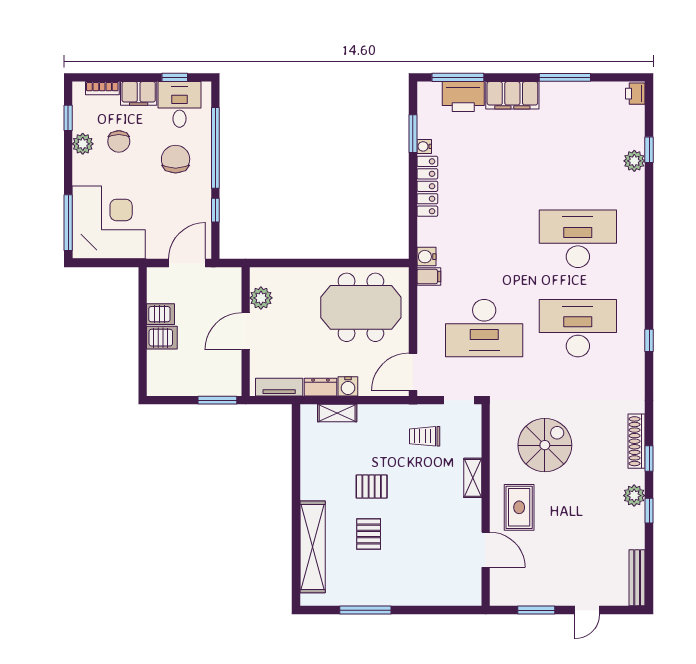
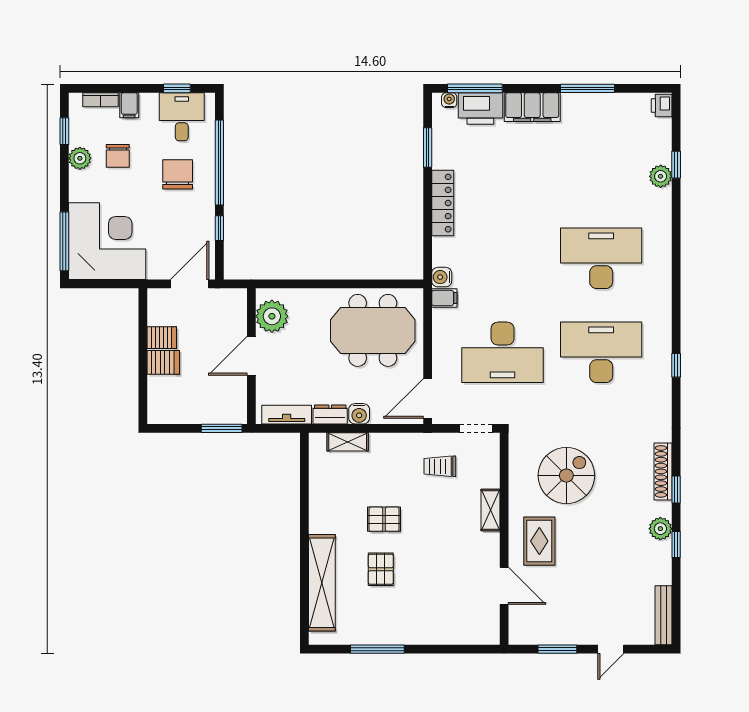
filing cabinet: (139, 93) -> (129, 105), width x0.50
water cooler: (424, 146) -> (449, 100), moved, turned 90
plant: (261, 298) -> (272, 316), width x1.36, depth x1.36

